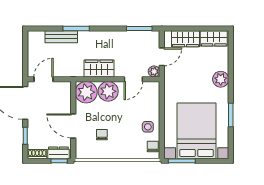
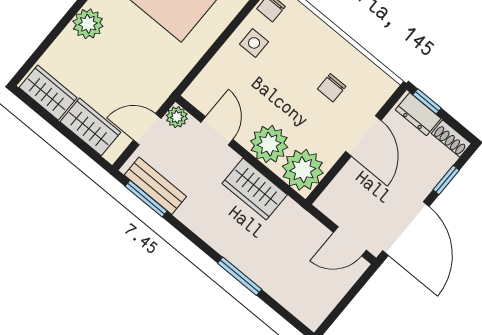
bench: (61, 37) -> (155, 186), moved
door: (133, 79) -> (217, 131), hinge flipped

